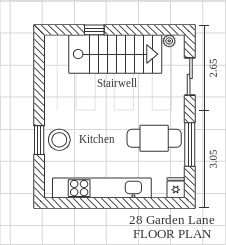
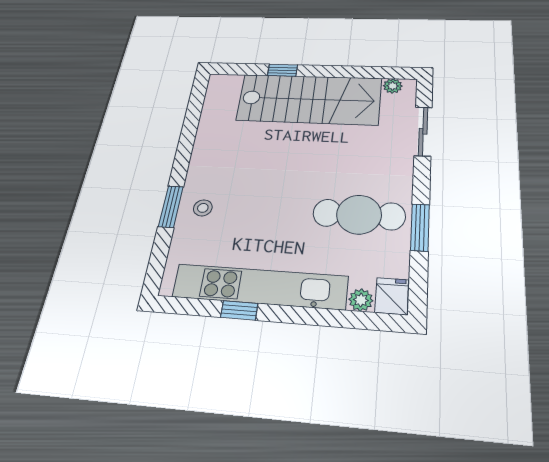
stool: (59, 140) -> (203, 208), width x0.53, depth x0.53
window: (190, 144) -> (420, 227), width x0.69
plant: (159, 192) -> (361, 300), added
window: (92, 203) -> (239, 310), added

